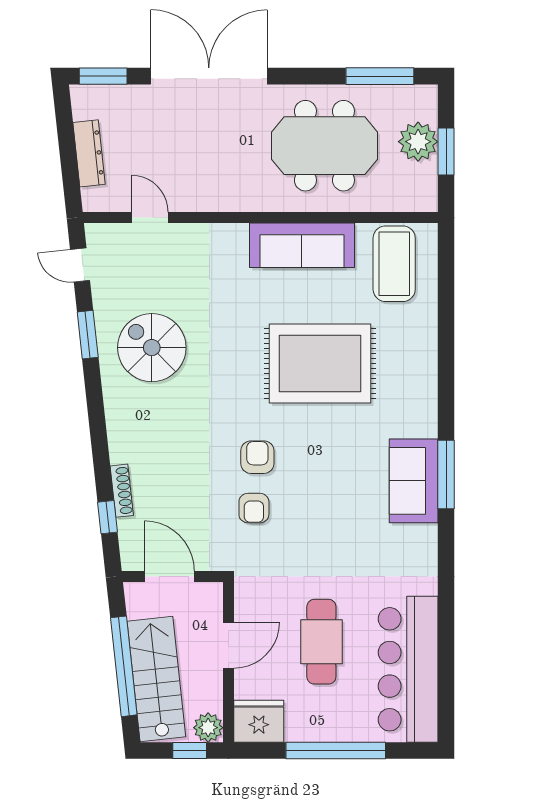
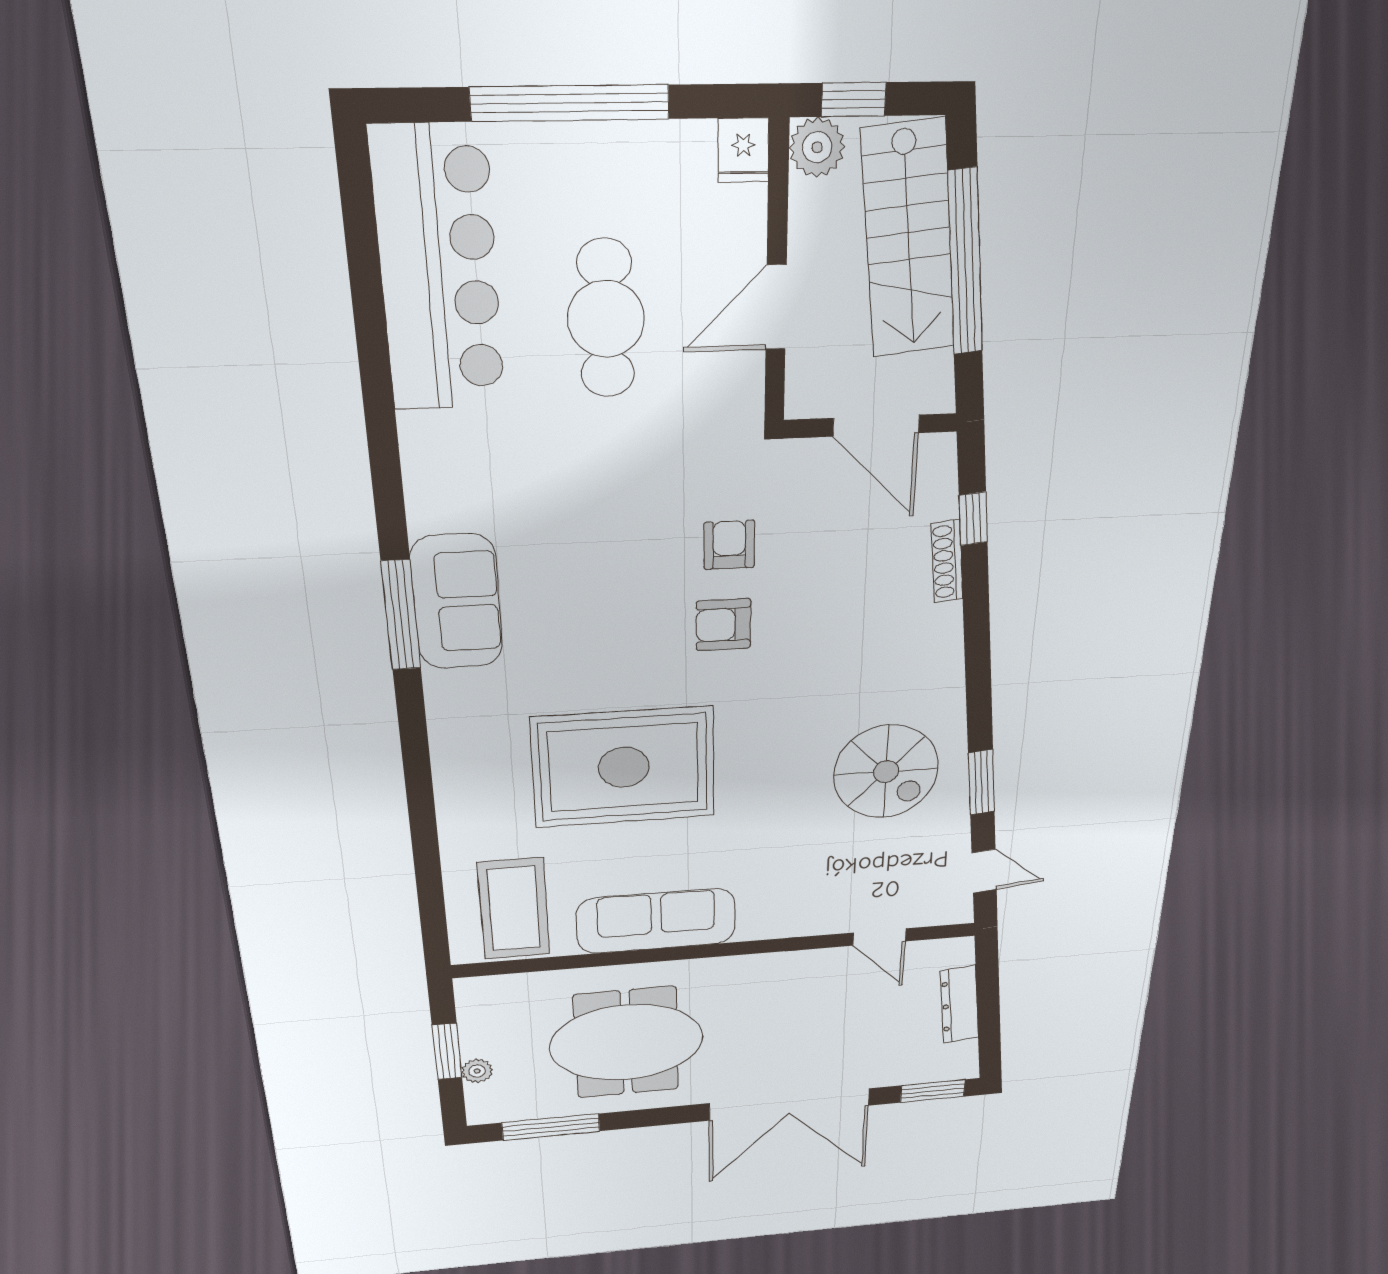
plant: (418, 142) -> (477, 1071), width x0.53, depth x0.53
armchair: (257, 457) -> (723, 625), turned 90
fridge: (259, 721) -> (743, 150), width x0.53, depth x0.75

